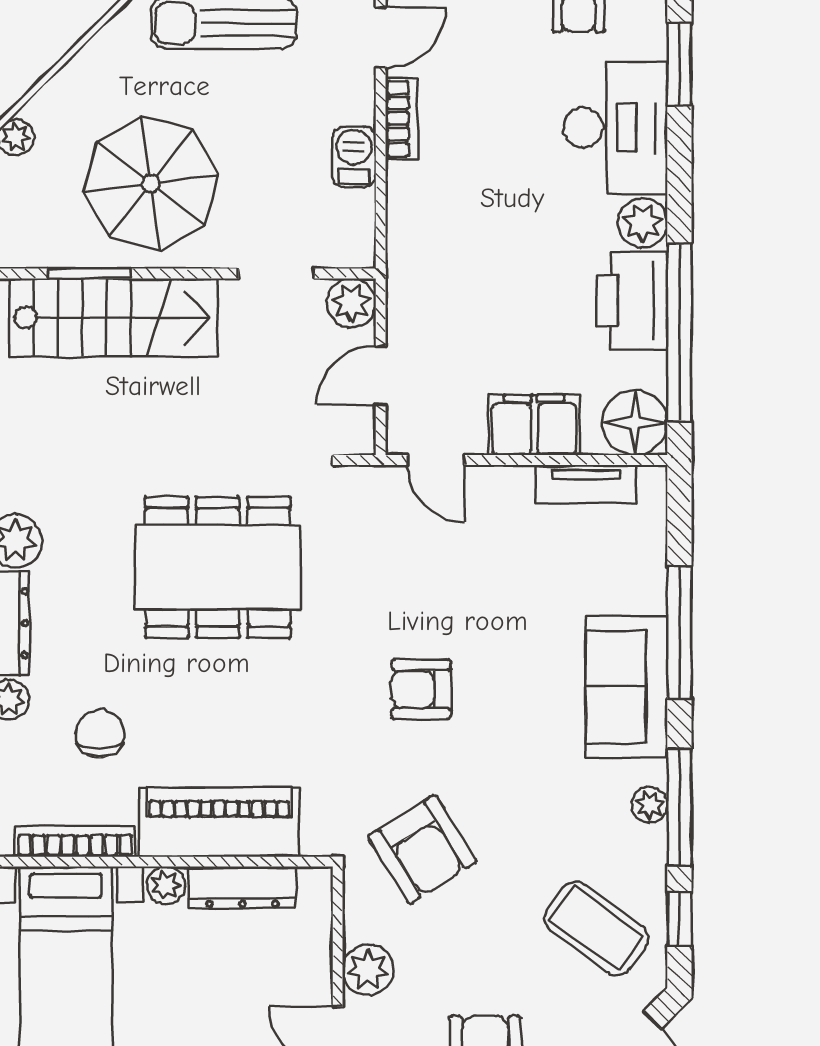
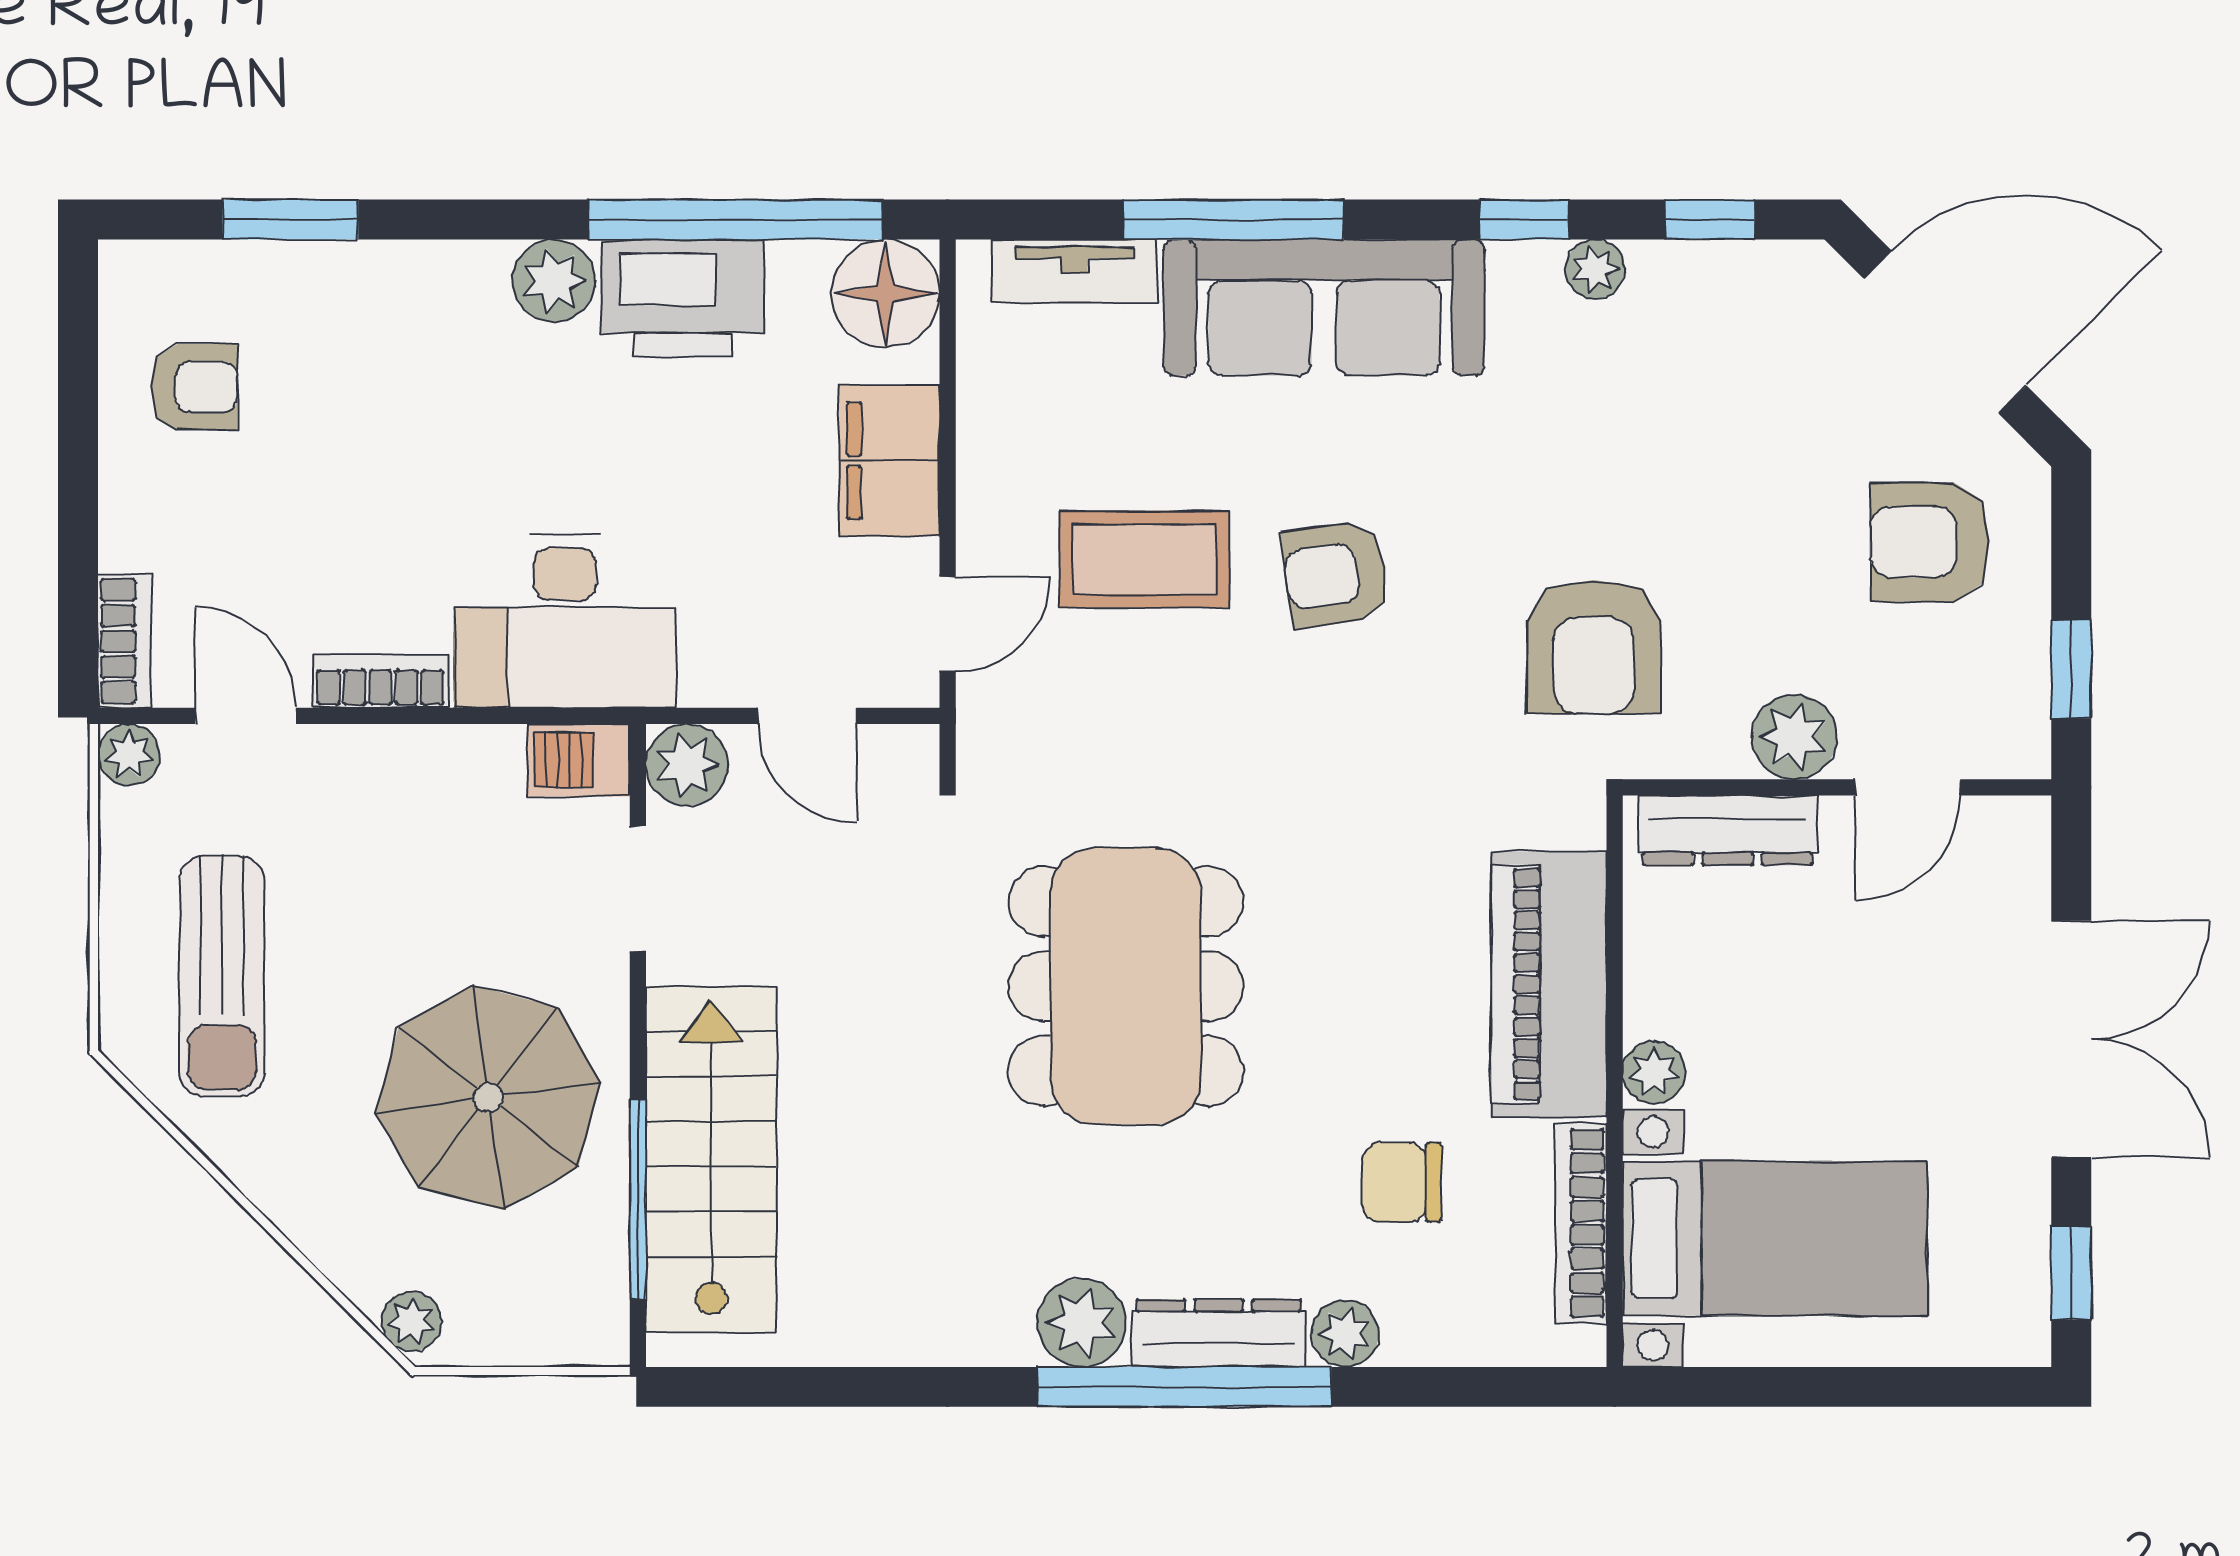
desk: (615, 128) -> (565, 621), moved, turned 180
barbecue: (354, 157) -> (579, 760), moved
window: (90, 274) -> (638, 1199), width x1.44
tv unit: (586, 484) -> (1074, 271), moved, turned 90
sofa: (627, 687) -> (1324, 307), width x1.36
armchair: (421, 689) -> (1336, 574), moved, turned 82
plant: (650, 805) -> (1595, 269), moved
window: (679, 807) -> (1524, 220), width x0.46
armchair: (422, 849) -> (1594, 647), turned 122
dresser: (242, 887) -> (1728, 830), moved, turned 90
coffee table: (596, 928) -> (1145, 559), moved, turned 54

